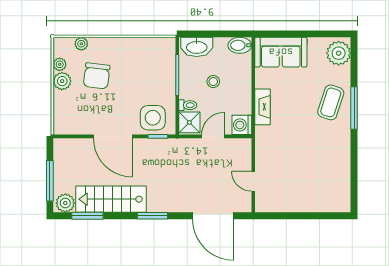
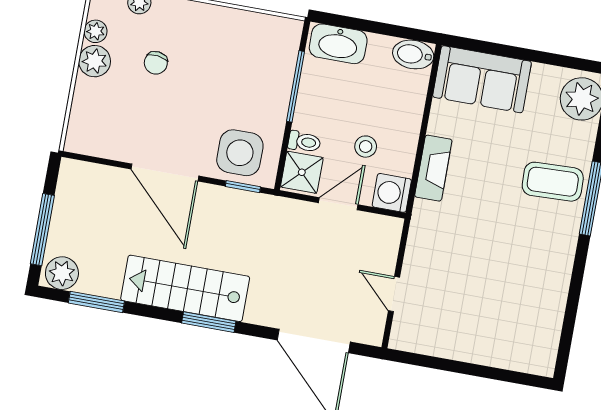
chair: (97, 76) -> (156, 63), width x0.54, depth x0.54
stool: (213, 82) -> (366, 147), moved
coffee table: (331, 102) -> (553, 182), turned 70
stairs: (111, 199) -> (185, 288), moved

